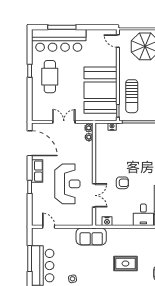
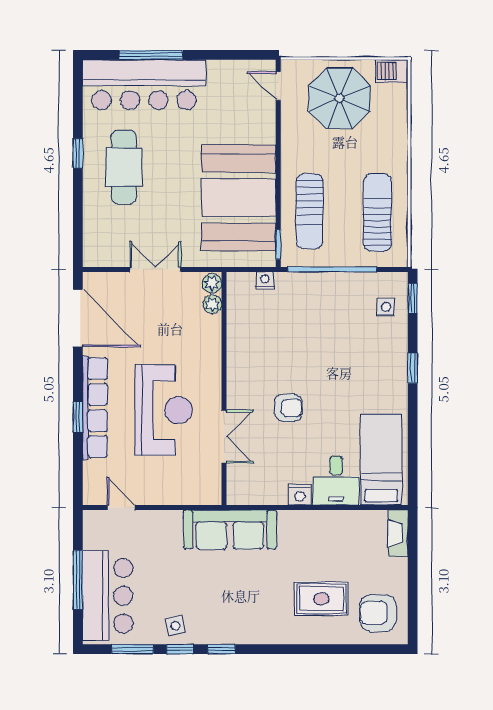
row of seats: (37, 171) -> (95, 408), width x2.02
nightstand: (107, 221) -> (300, 495), moved
sofa: (91, 236) -> (230, 530), width x1.36
rug: (125, 263) -> (321, 599), moved

